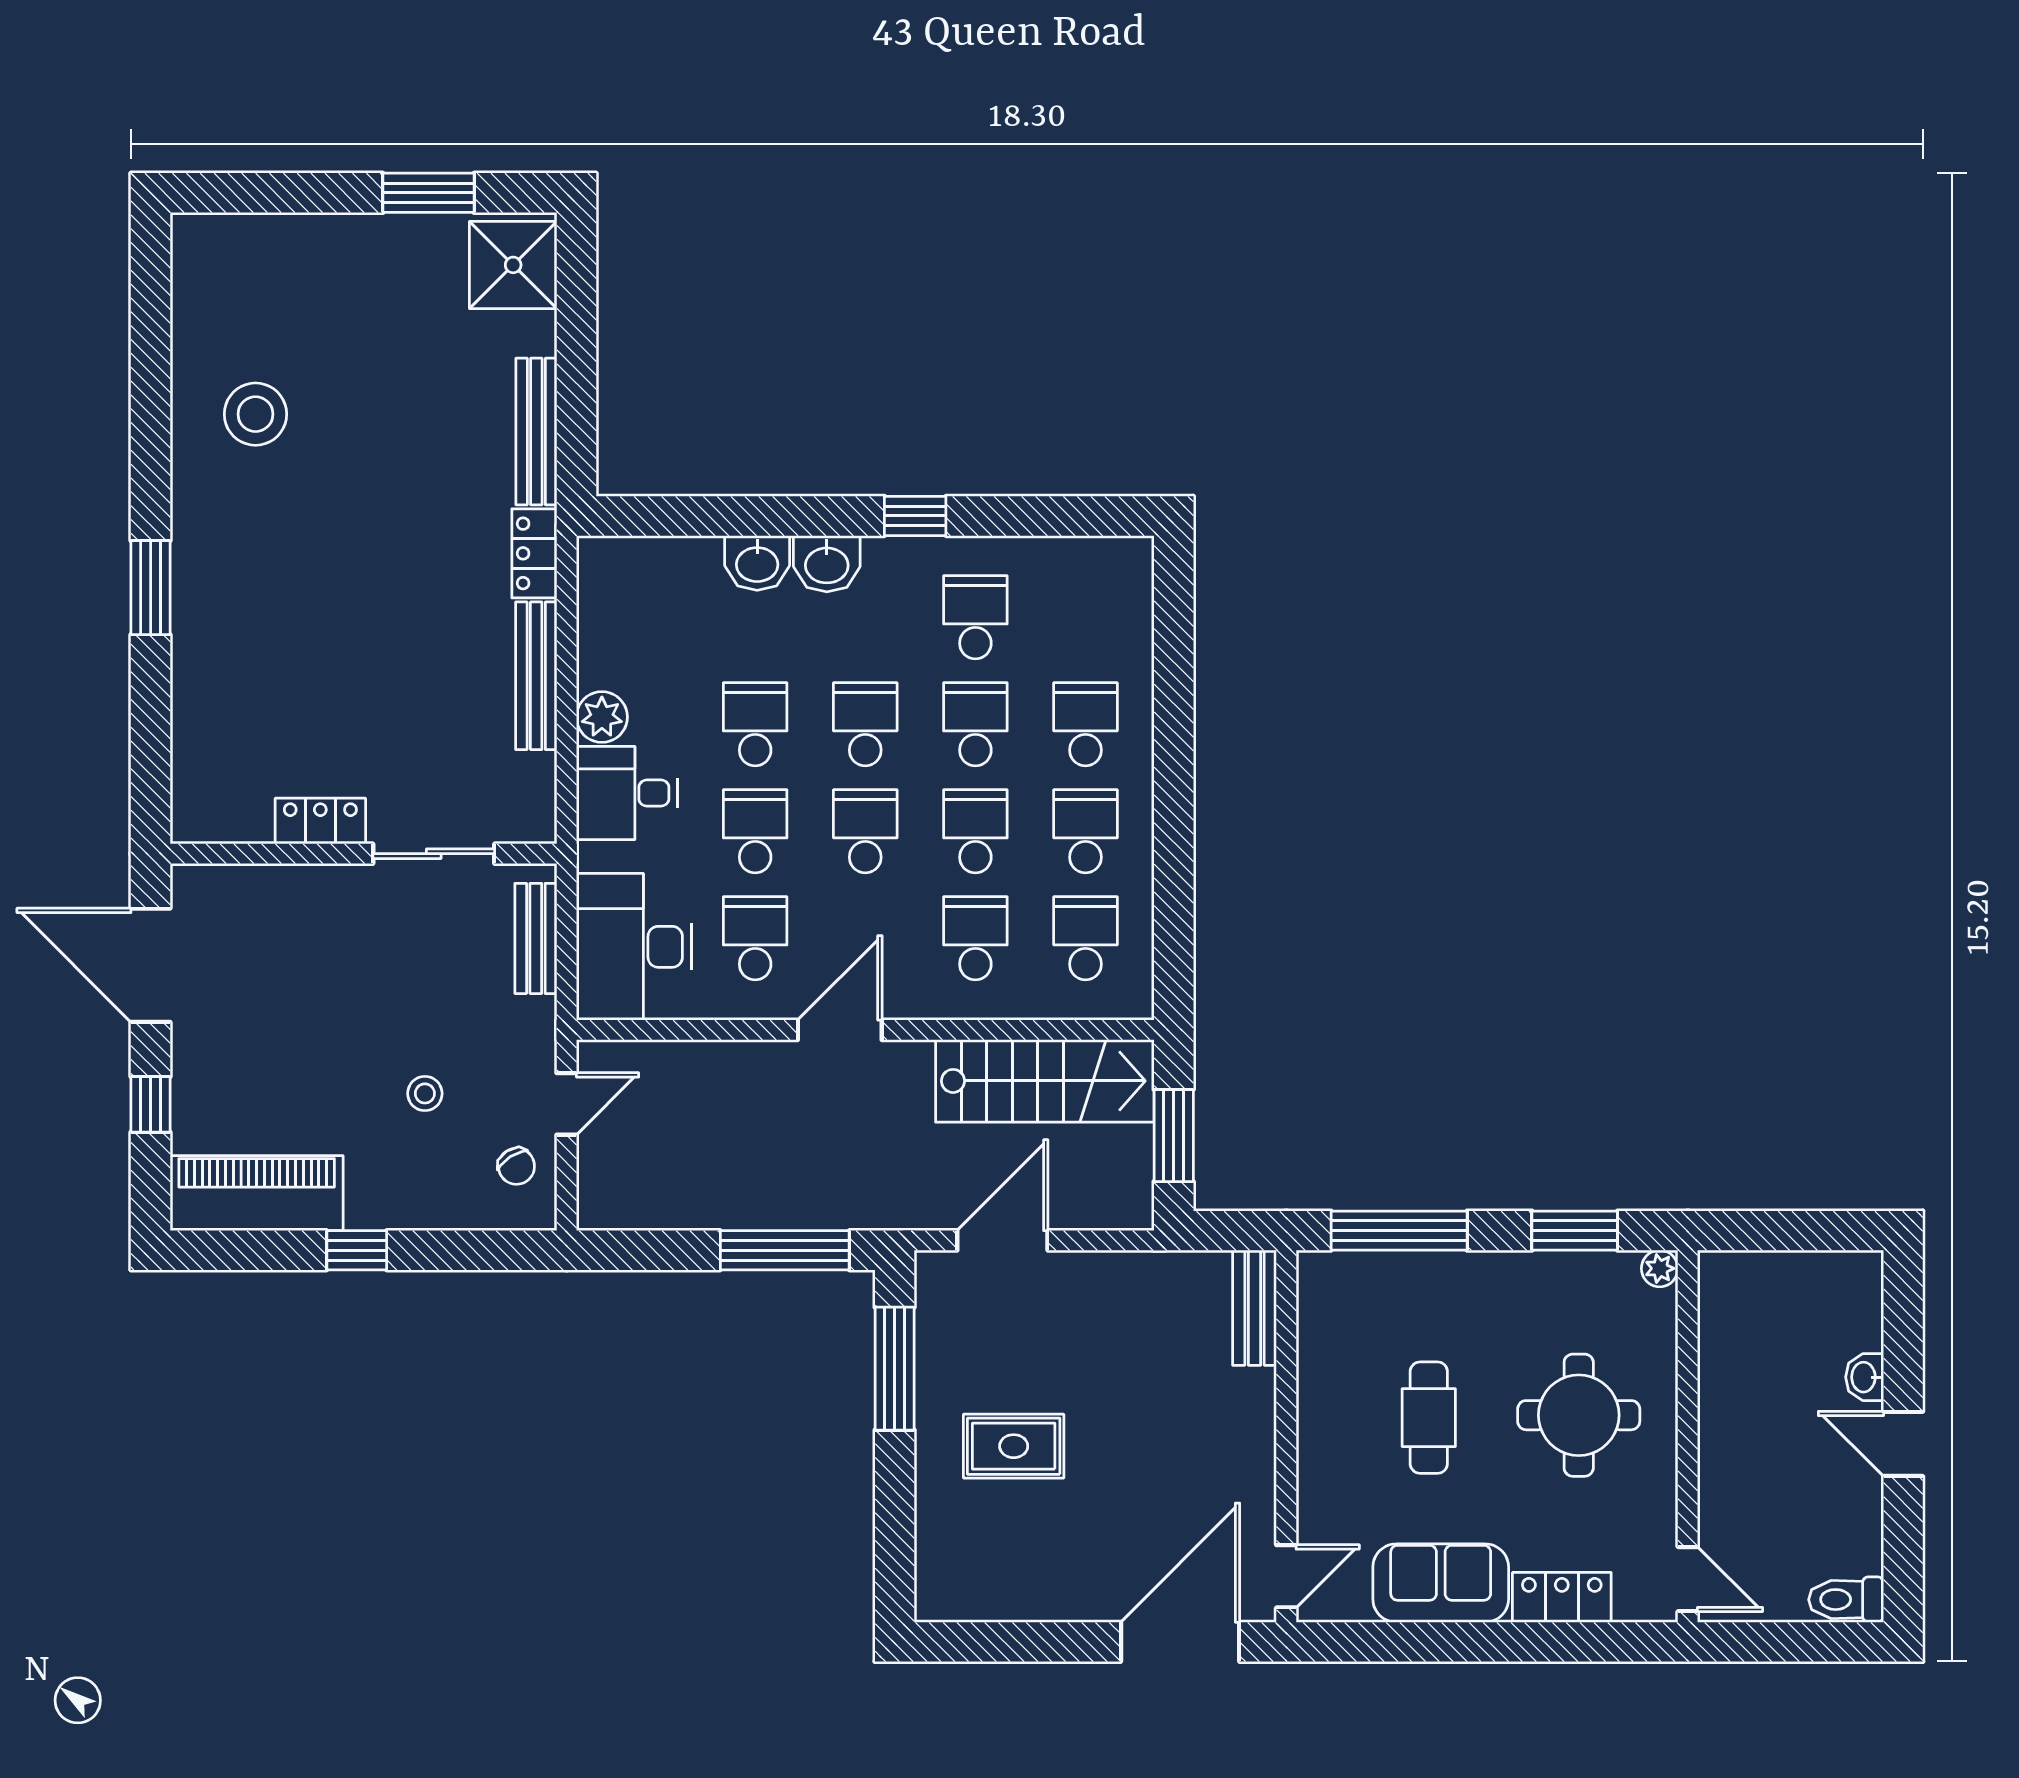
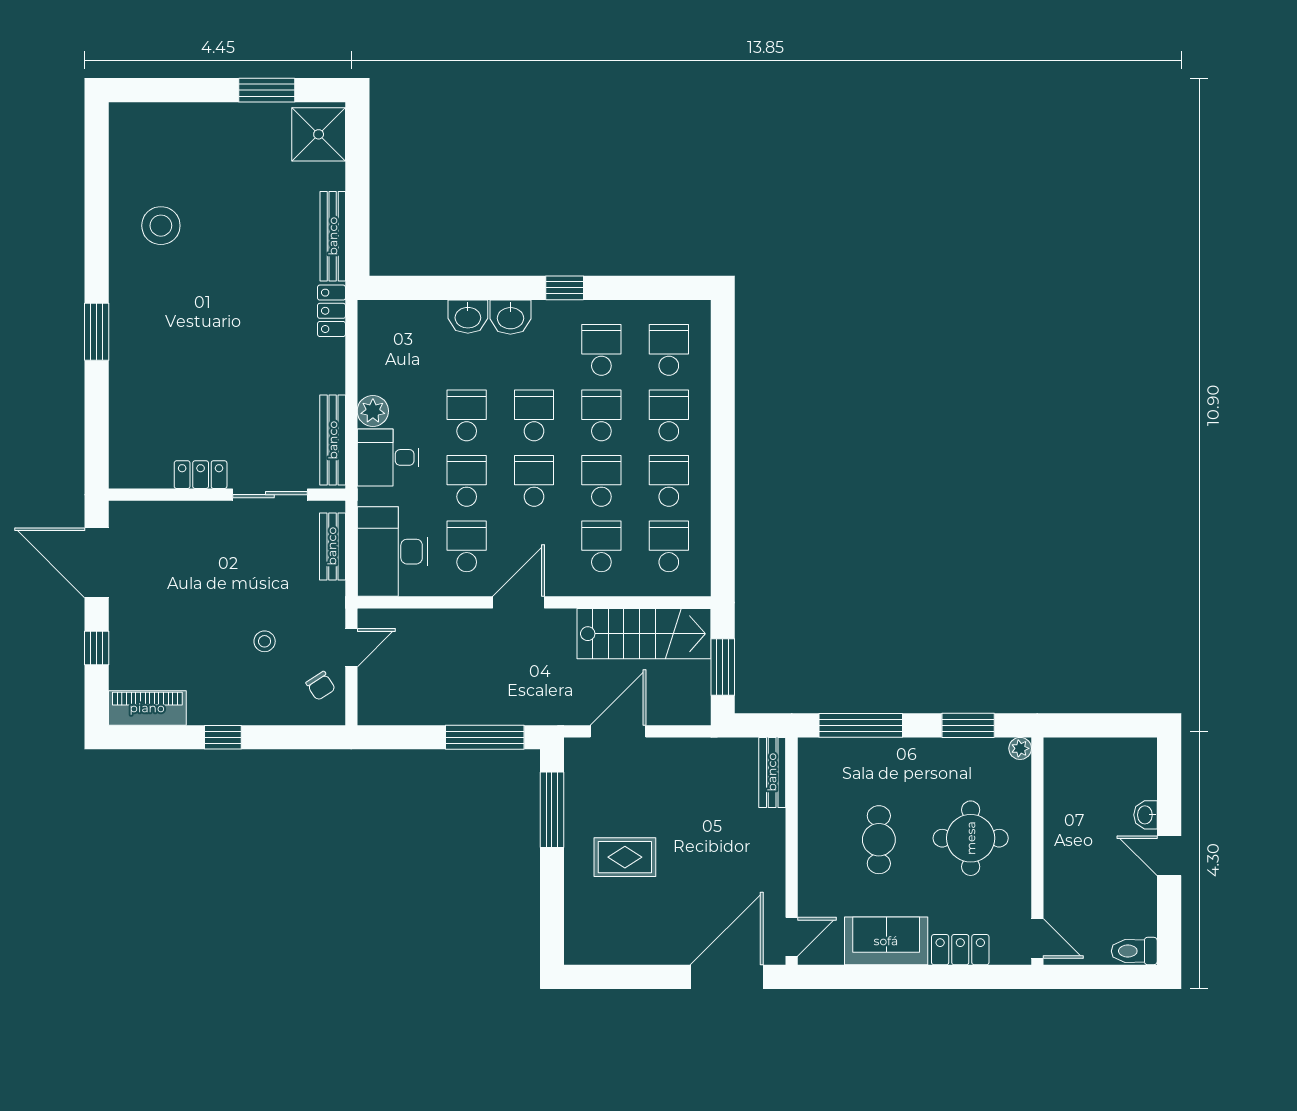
school desk: (1086, 617) -> (669, 350), added
bench: (536, 676) -> (333, 440), moved
piano: (257, 1193) -> (147, 708), width x0.73, depth x0.75

